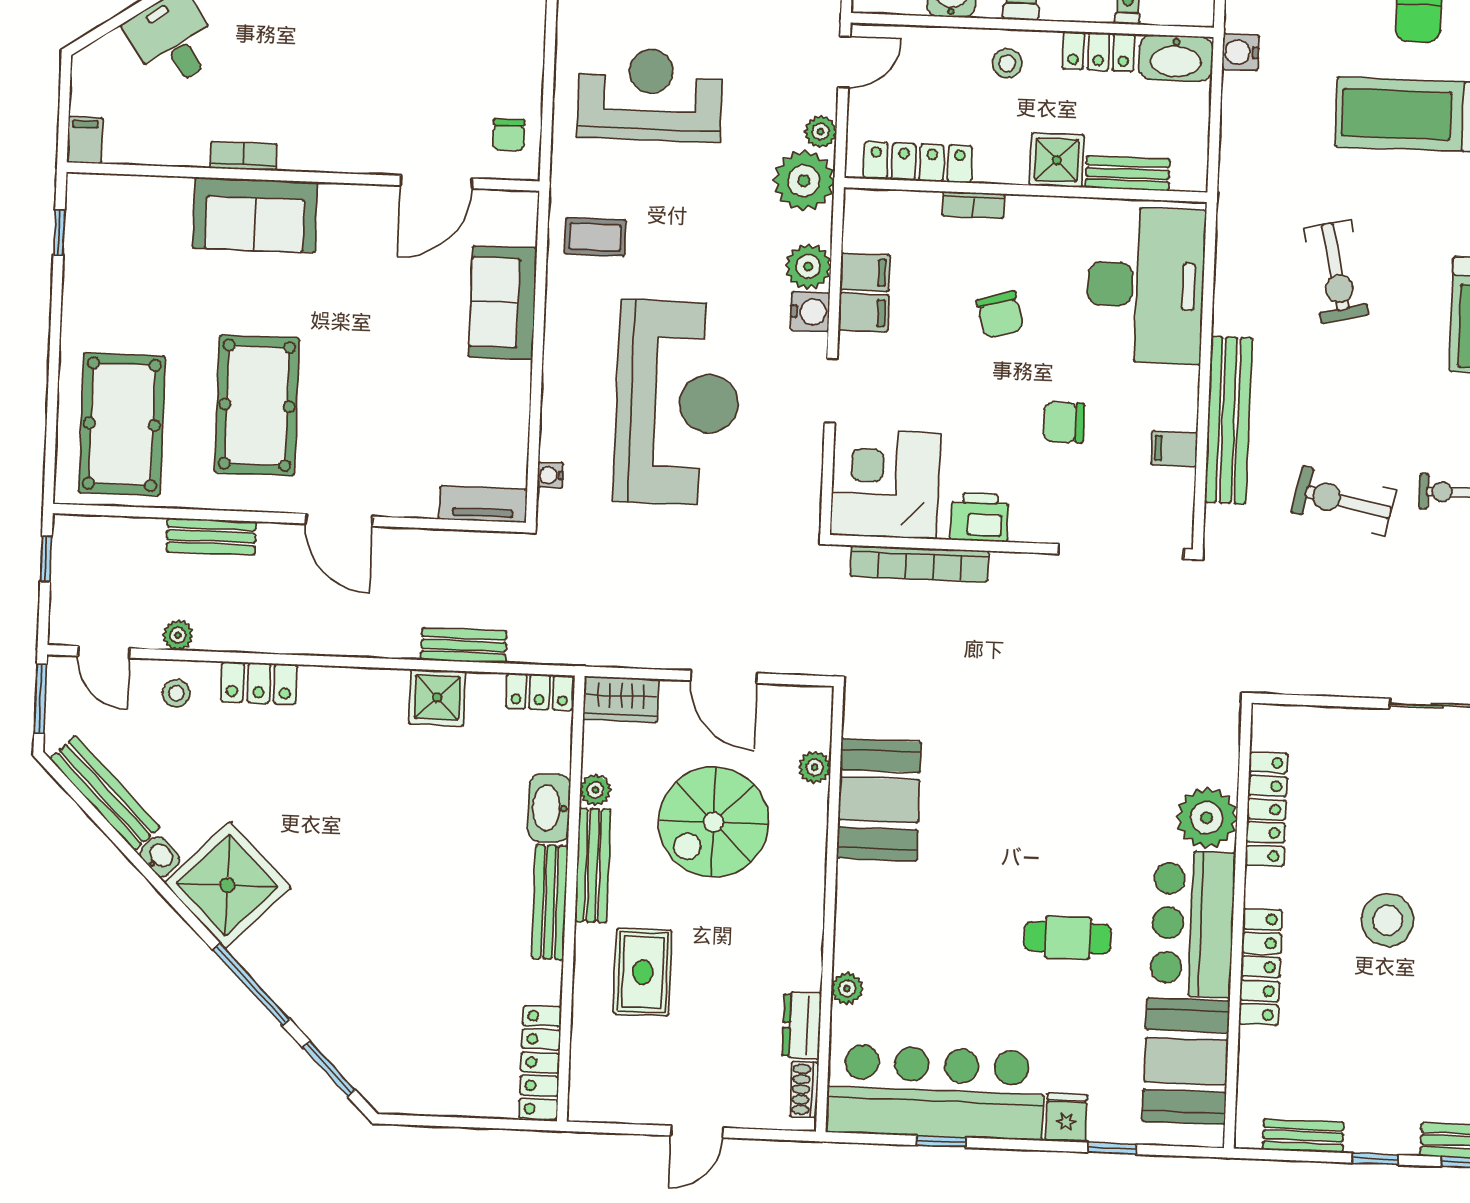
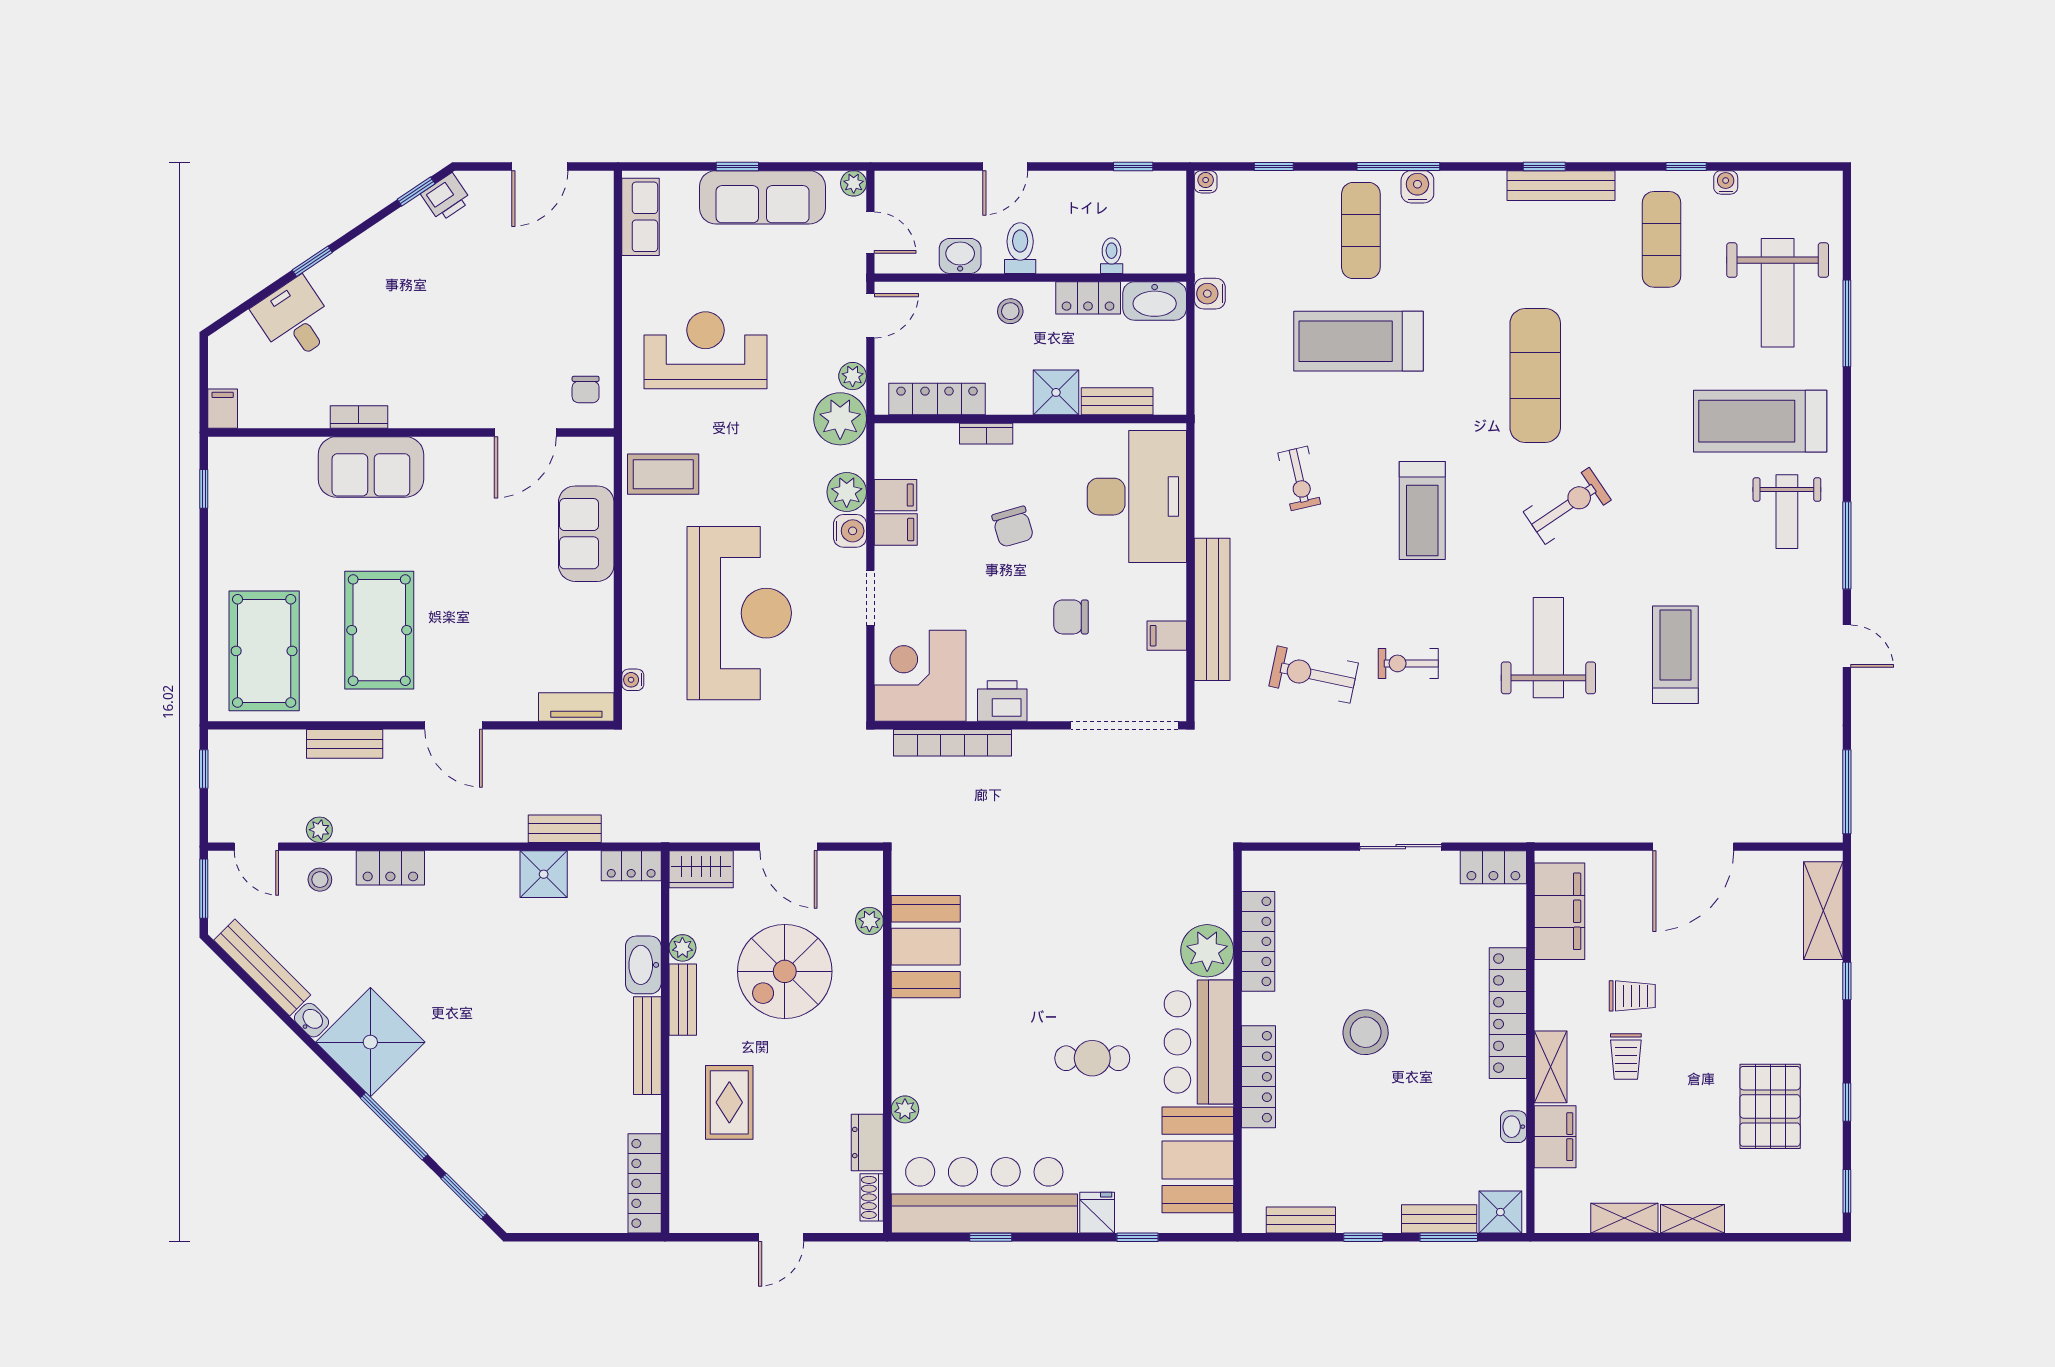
coffee table: (595, 237) -> (663, 474), width x1.36, depth x1.30
exercise bike: (1336, 272) -> (1299, 478), width x0.73, depth x0.72
bench: (593, 865) -> (683, 1000), width x0.73

